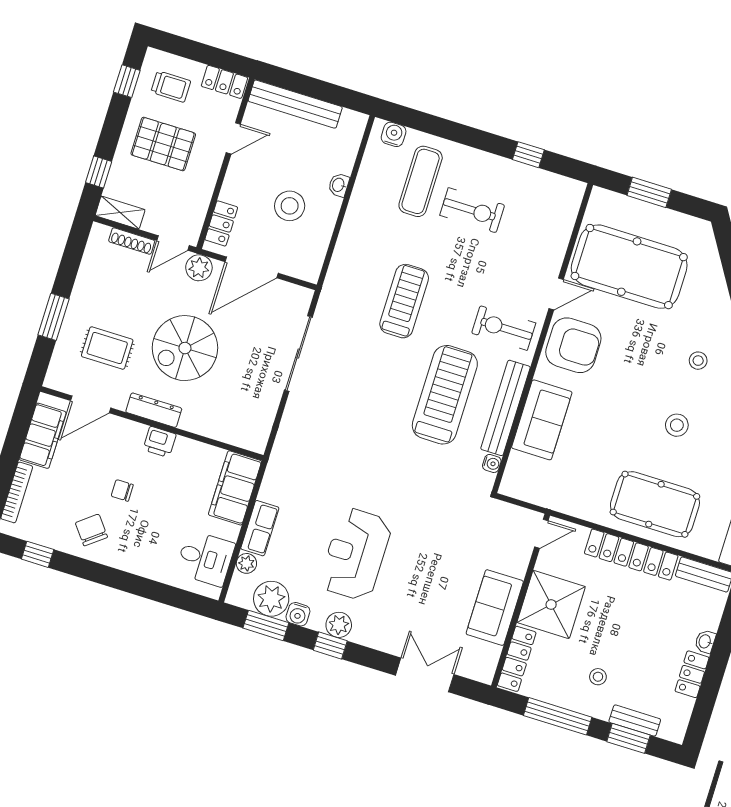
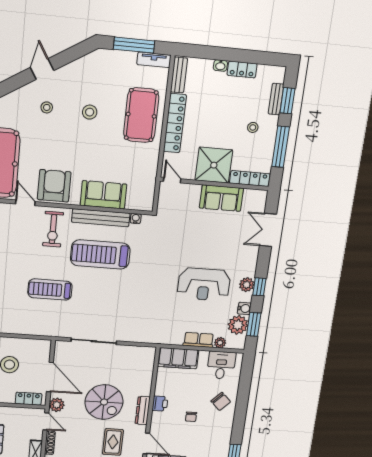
chair: (91, 530) -> (221, 401), moved, turned -98

